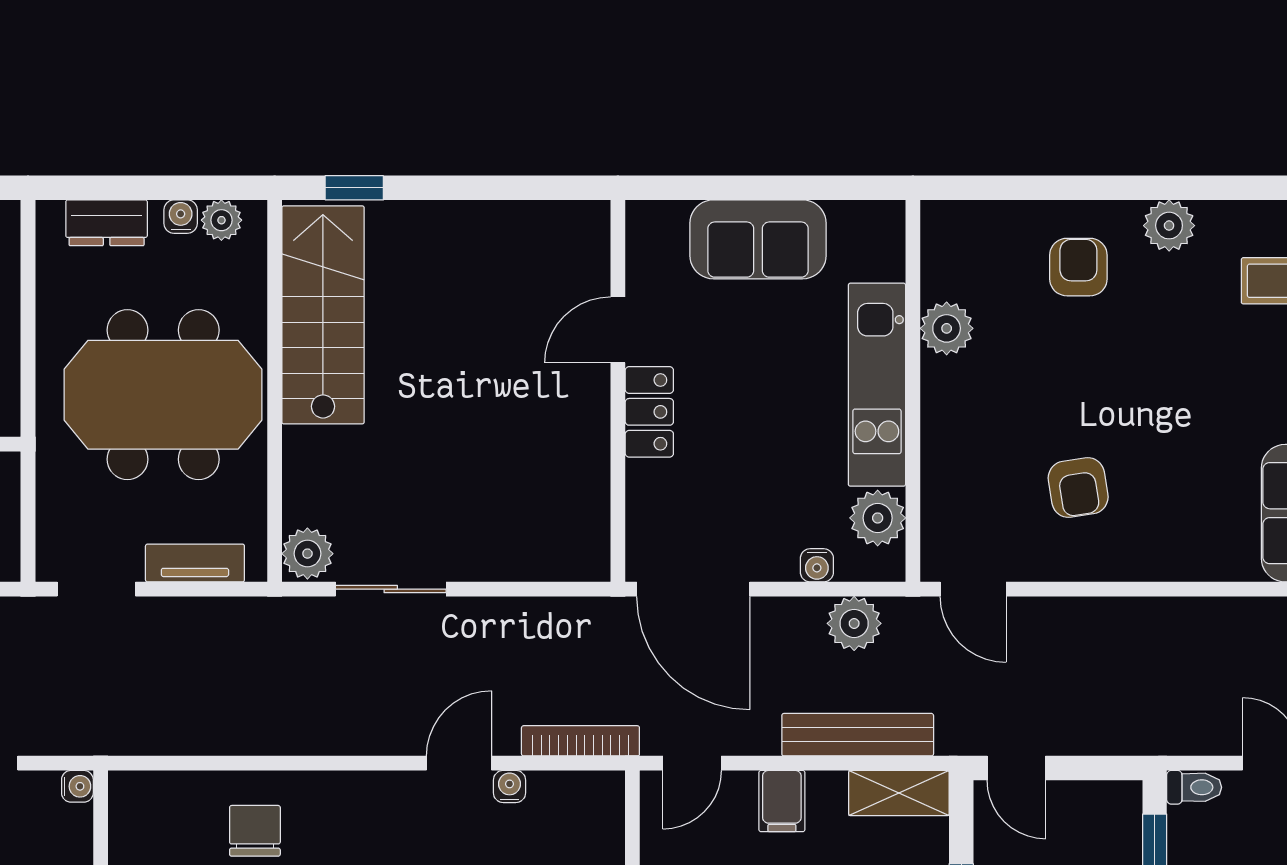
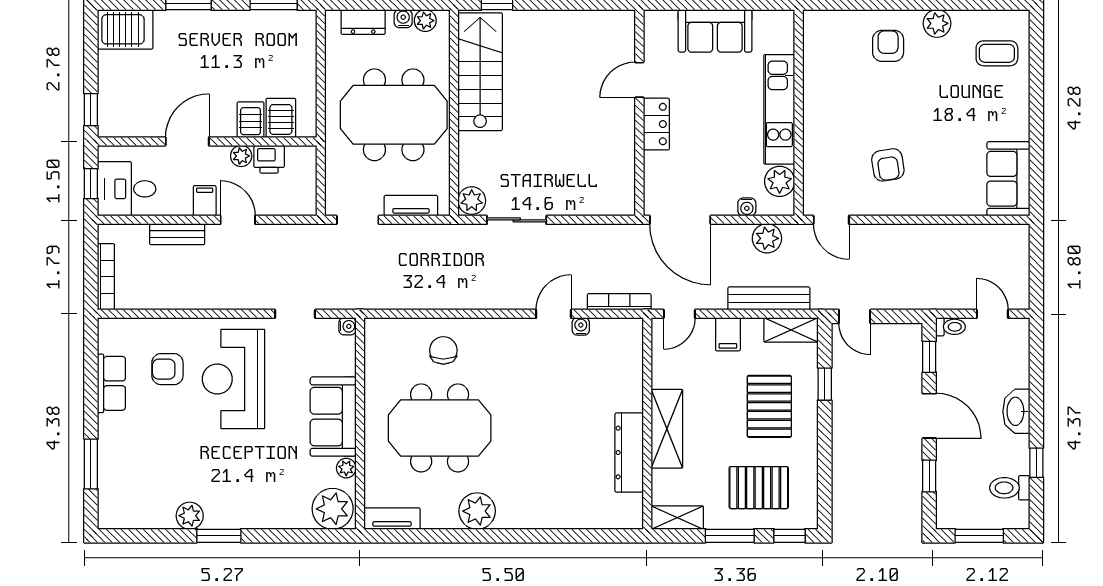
plant: (947, 328) -> (817, 79), removed

